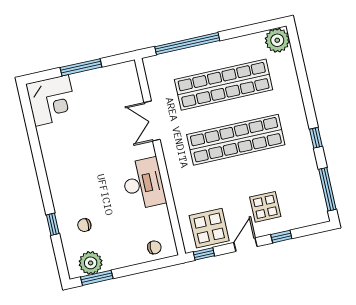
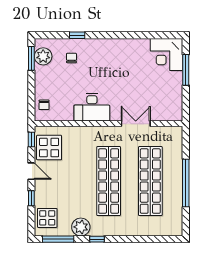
plant: (277, 40) -> (81, 227), moved
window: (187, 44) -> (186, 183), moved
window: (81, 67) -> (186, 70), moved
display table: (265, 207) -> (47, 218), moved

